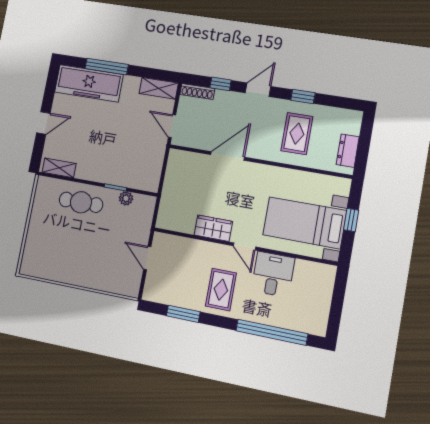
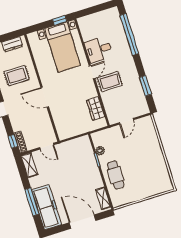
window: (221, 84) -> (13, 141), moved
door: (43, 123) -> (83, 222), width x1.87
door: (172, 126) -> (47, 146), hinge flipped
door: (228, 156) -> (45, 97), moved
window: (351, 220) -> (60, 20), moved
wardrobe: (213, 228) -> (96, 109), moved
rug: (221, 290) -> (110, 82), moved

